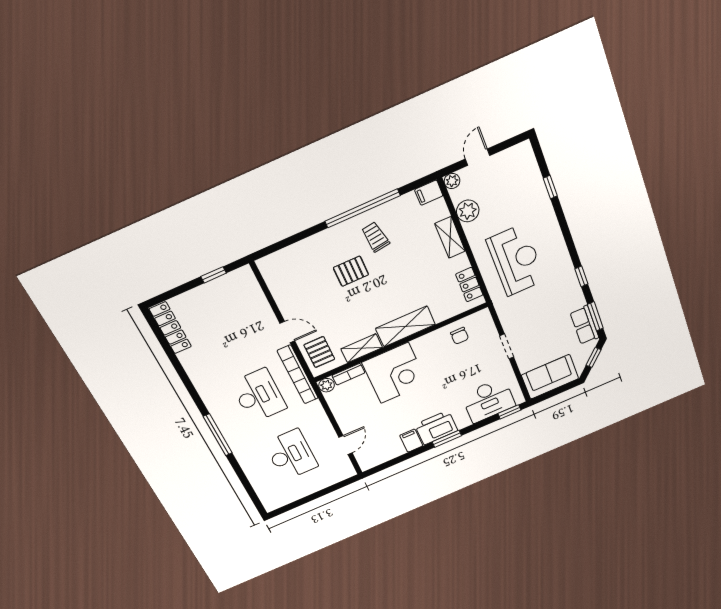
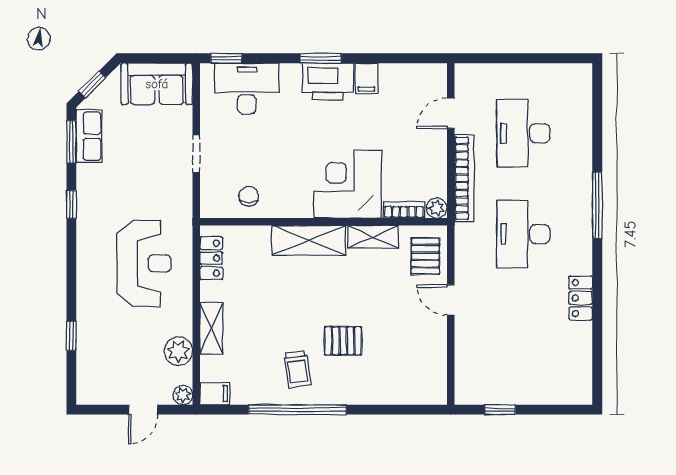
reception desk: (516, 260) -> (144, 263), turned 180
locker: (170, 328) -> (581, 298), moved, width x0.66
bookcase: (298, 375) -> (464, 178), moved

